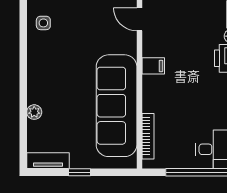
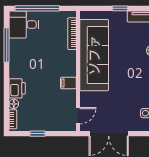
door: (139, 19) -> (78, 116), hinge flipped

